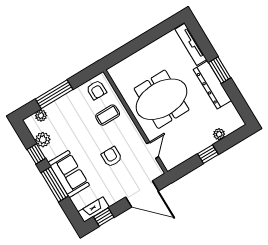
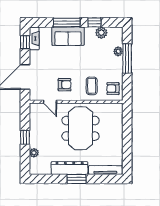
plant: (41, 116) -> (118, 51), moved
armchair: (112, 157) -> (65, 85), moved

